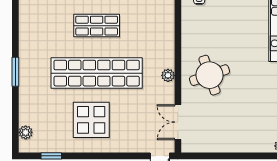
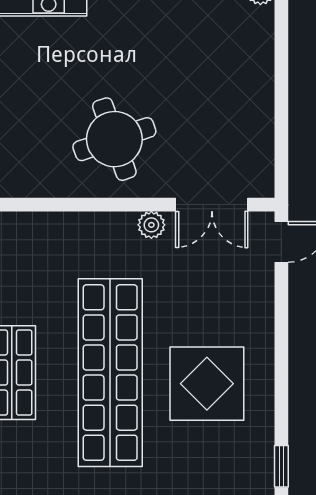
plant: (168, 75) -> (151, 225), moved

